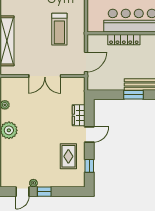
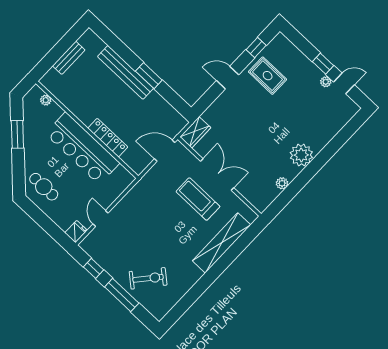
treadmill: (59, 29) -> (198, 199), moved, turned -90
wardrobe: (79, 115) -> (195, 132), moved
rug: (68, 156) -> (268, 76), turned 90

